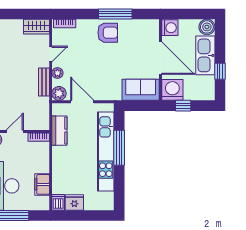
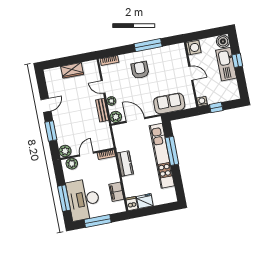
wardrobe: (36, 27) -> (72, 70), moved
armchair: (108, 33) -> (140, 70), moved, turned -90
door: (51, 54) -> (103, 87), swing flipped
door: (160, 58) -> (191, 73), width x0.53
window: (220, 71) -> (237, 60), moved
sofa: (141, 90) -> (169, 103), moved
washing machine: (172, 90) -> (202, 101), width x0.53, depth x0.53
kitchen counter: (59, 131) -> (125, 164), moved

